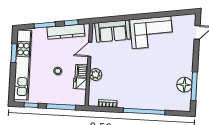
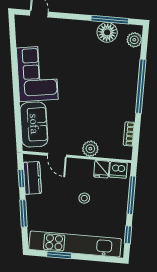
kitchen counter: (66, 32) -> (32, 178), width x0.67
dishwasher: (82, 71) -> (118, 170), moved
plant: (179, 105) -> (134, 40), added

